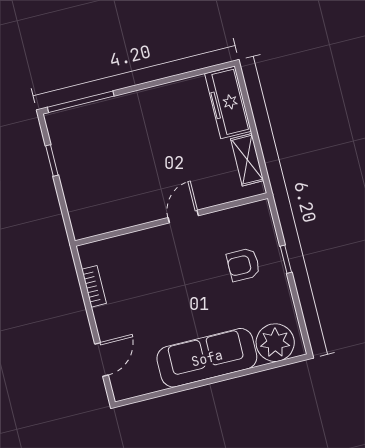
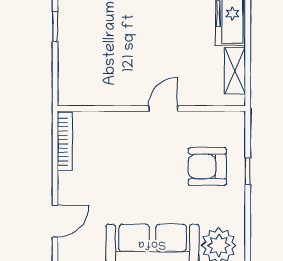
armchair: (243, 265) -> (207, 166), width x1.38, depth x1.38
bookcase: (94, 286) -> (65, 142), width x1.56

